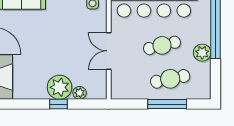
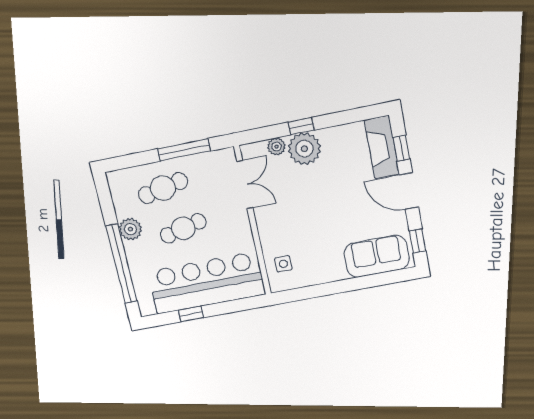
double door: (109, 51) -> (245, 185), moved
window: (167, 104) -> (184, 150), moved

